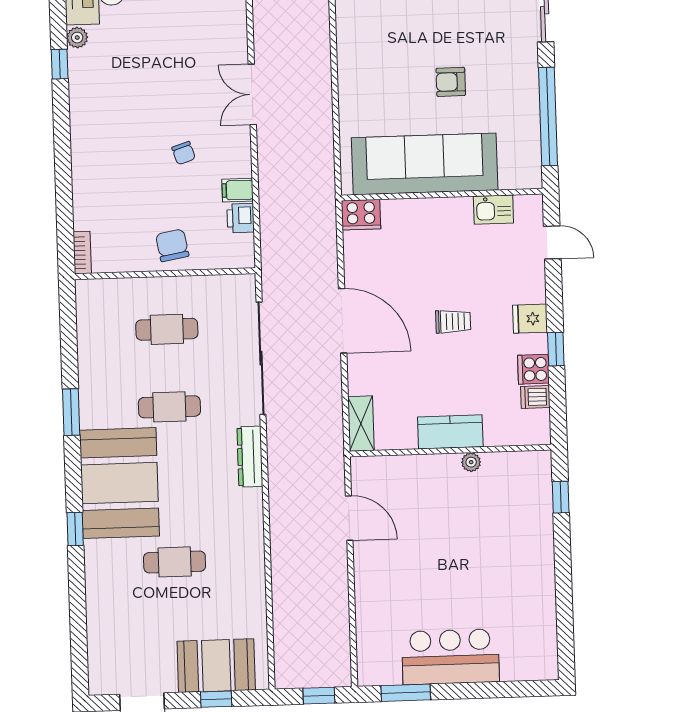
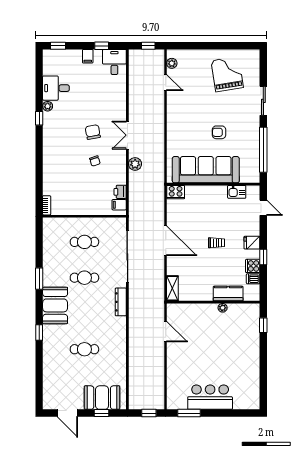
plant: (271, 157) -> (135, 164), added
filing cabinet: (238, 190) -> (119, 205), moved
chair: (172, 245) -> (93, 132), moved
kitchen counter: (450, 432) -> (228, 294), moved
booth: (119, 483) -> (55, 305), width x0.73, depth x0.70

